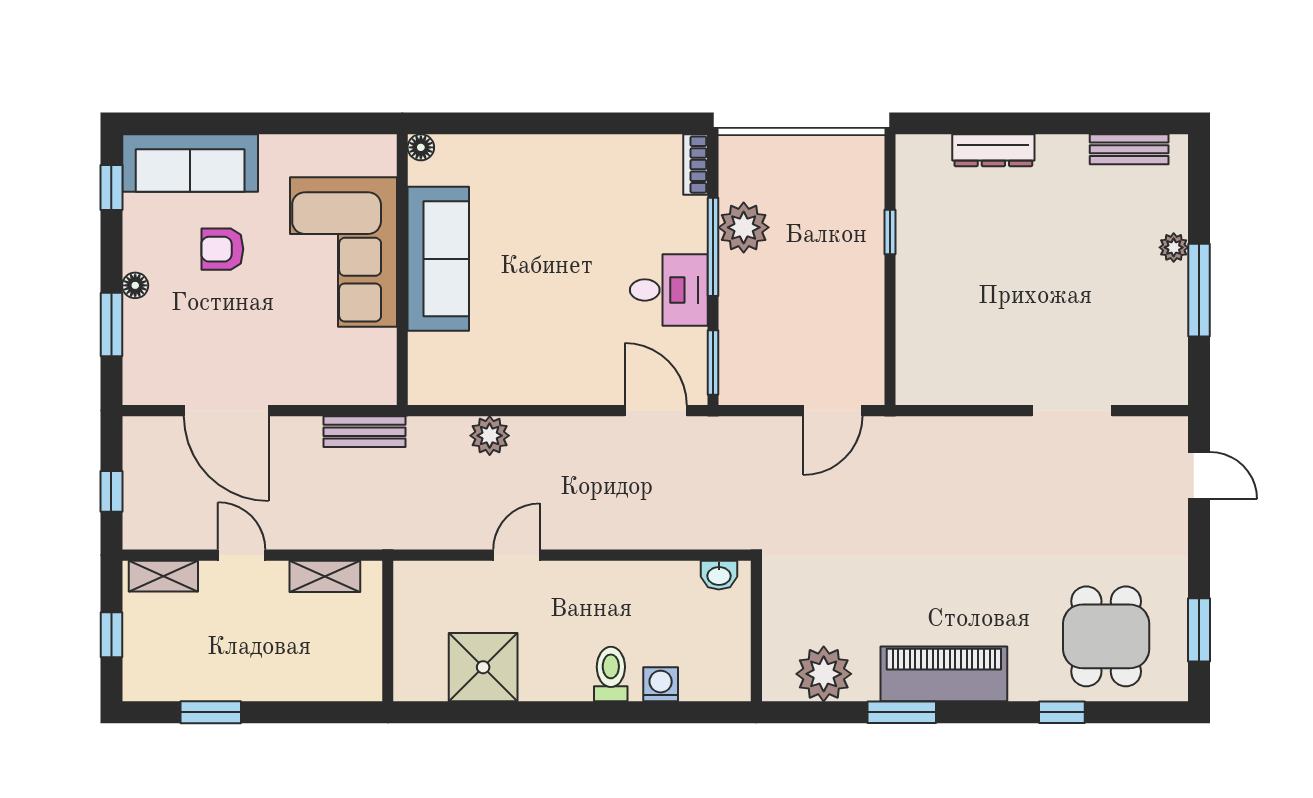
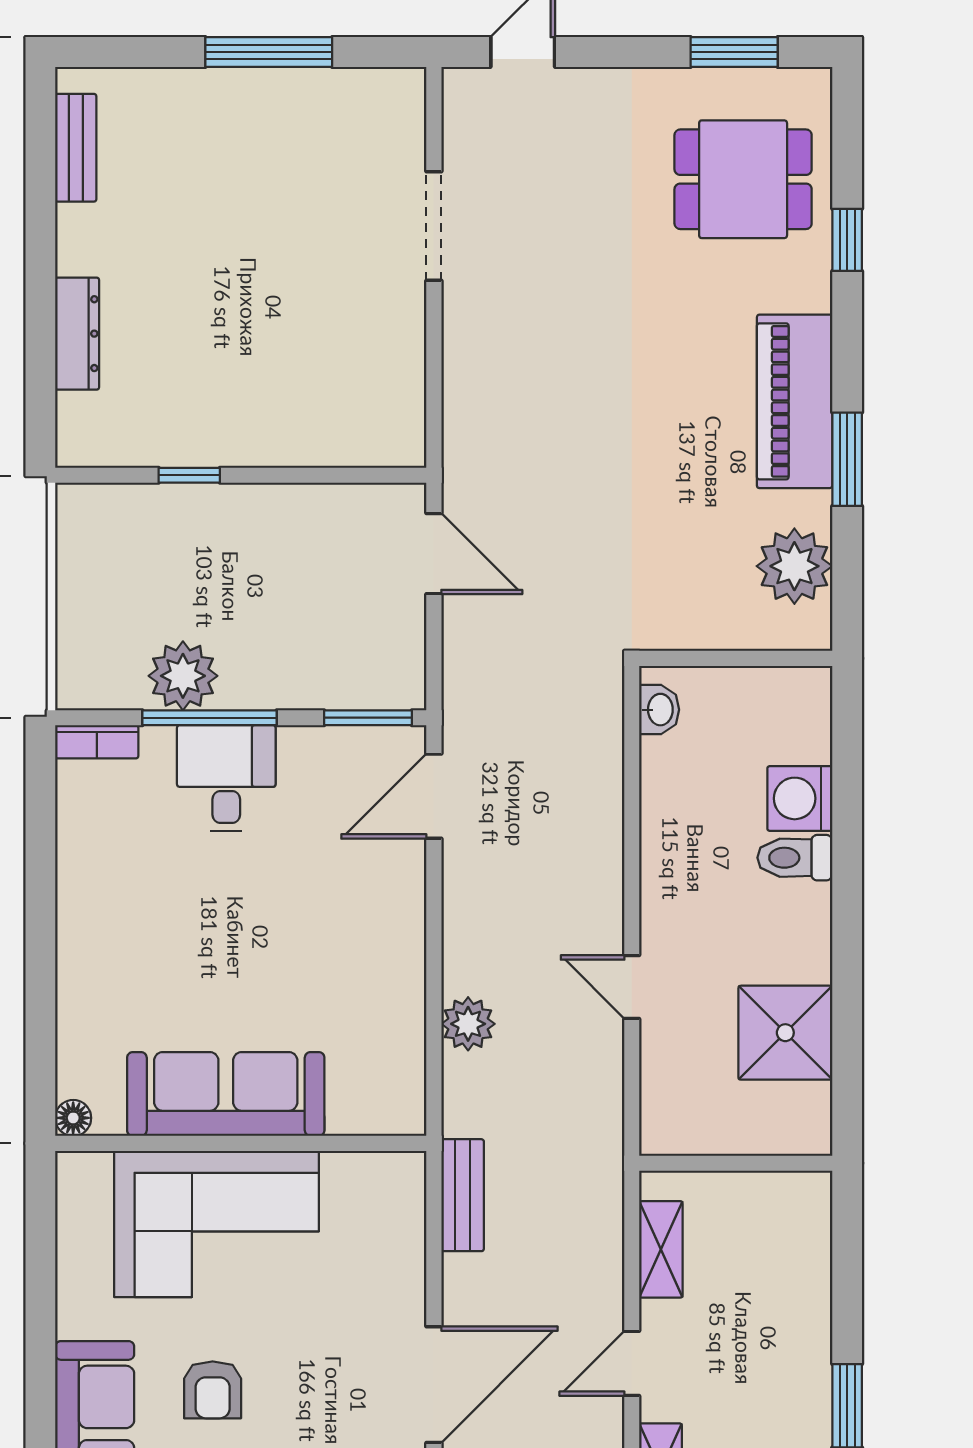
plant: (1174, 247) -> (210, 87), removed
desk: (669, 290) -> (226, 778), moved
washing machine: (661, 684) -> (800, 798), width x1.38, depth x1.38

